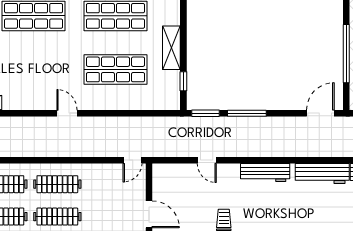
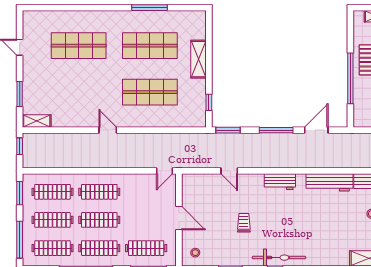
shelving: (171, 48) -> (199, 59), moved
window: (247, 113) -> (276, 130), moved
door: (320, 113) -> (316, 130), moved
workbench: (265, 173) -> (280, 182), width x0.73

